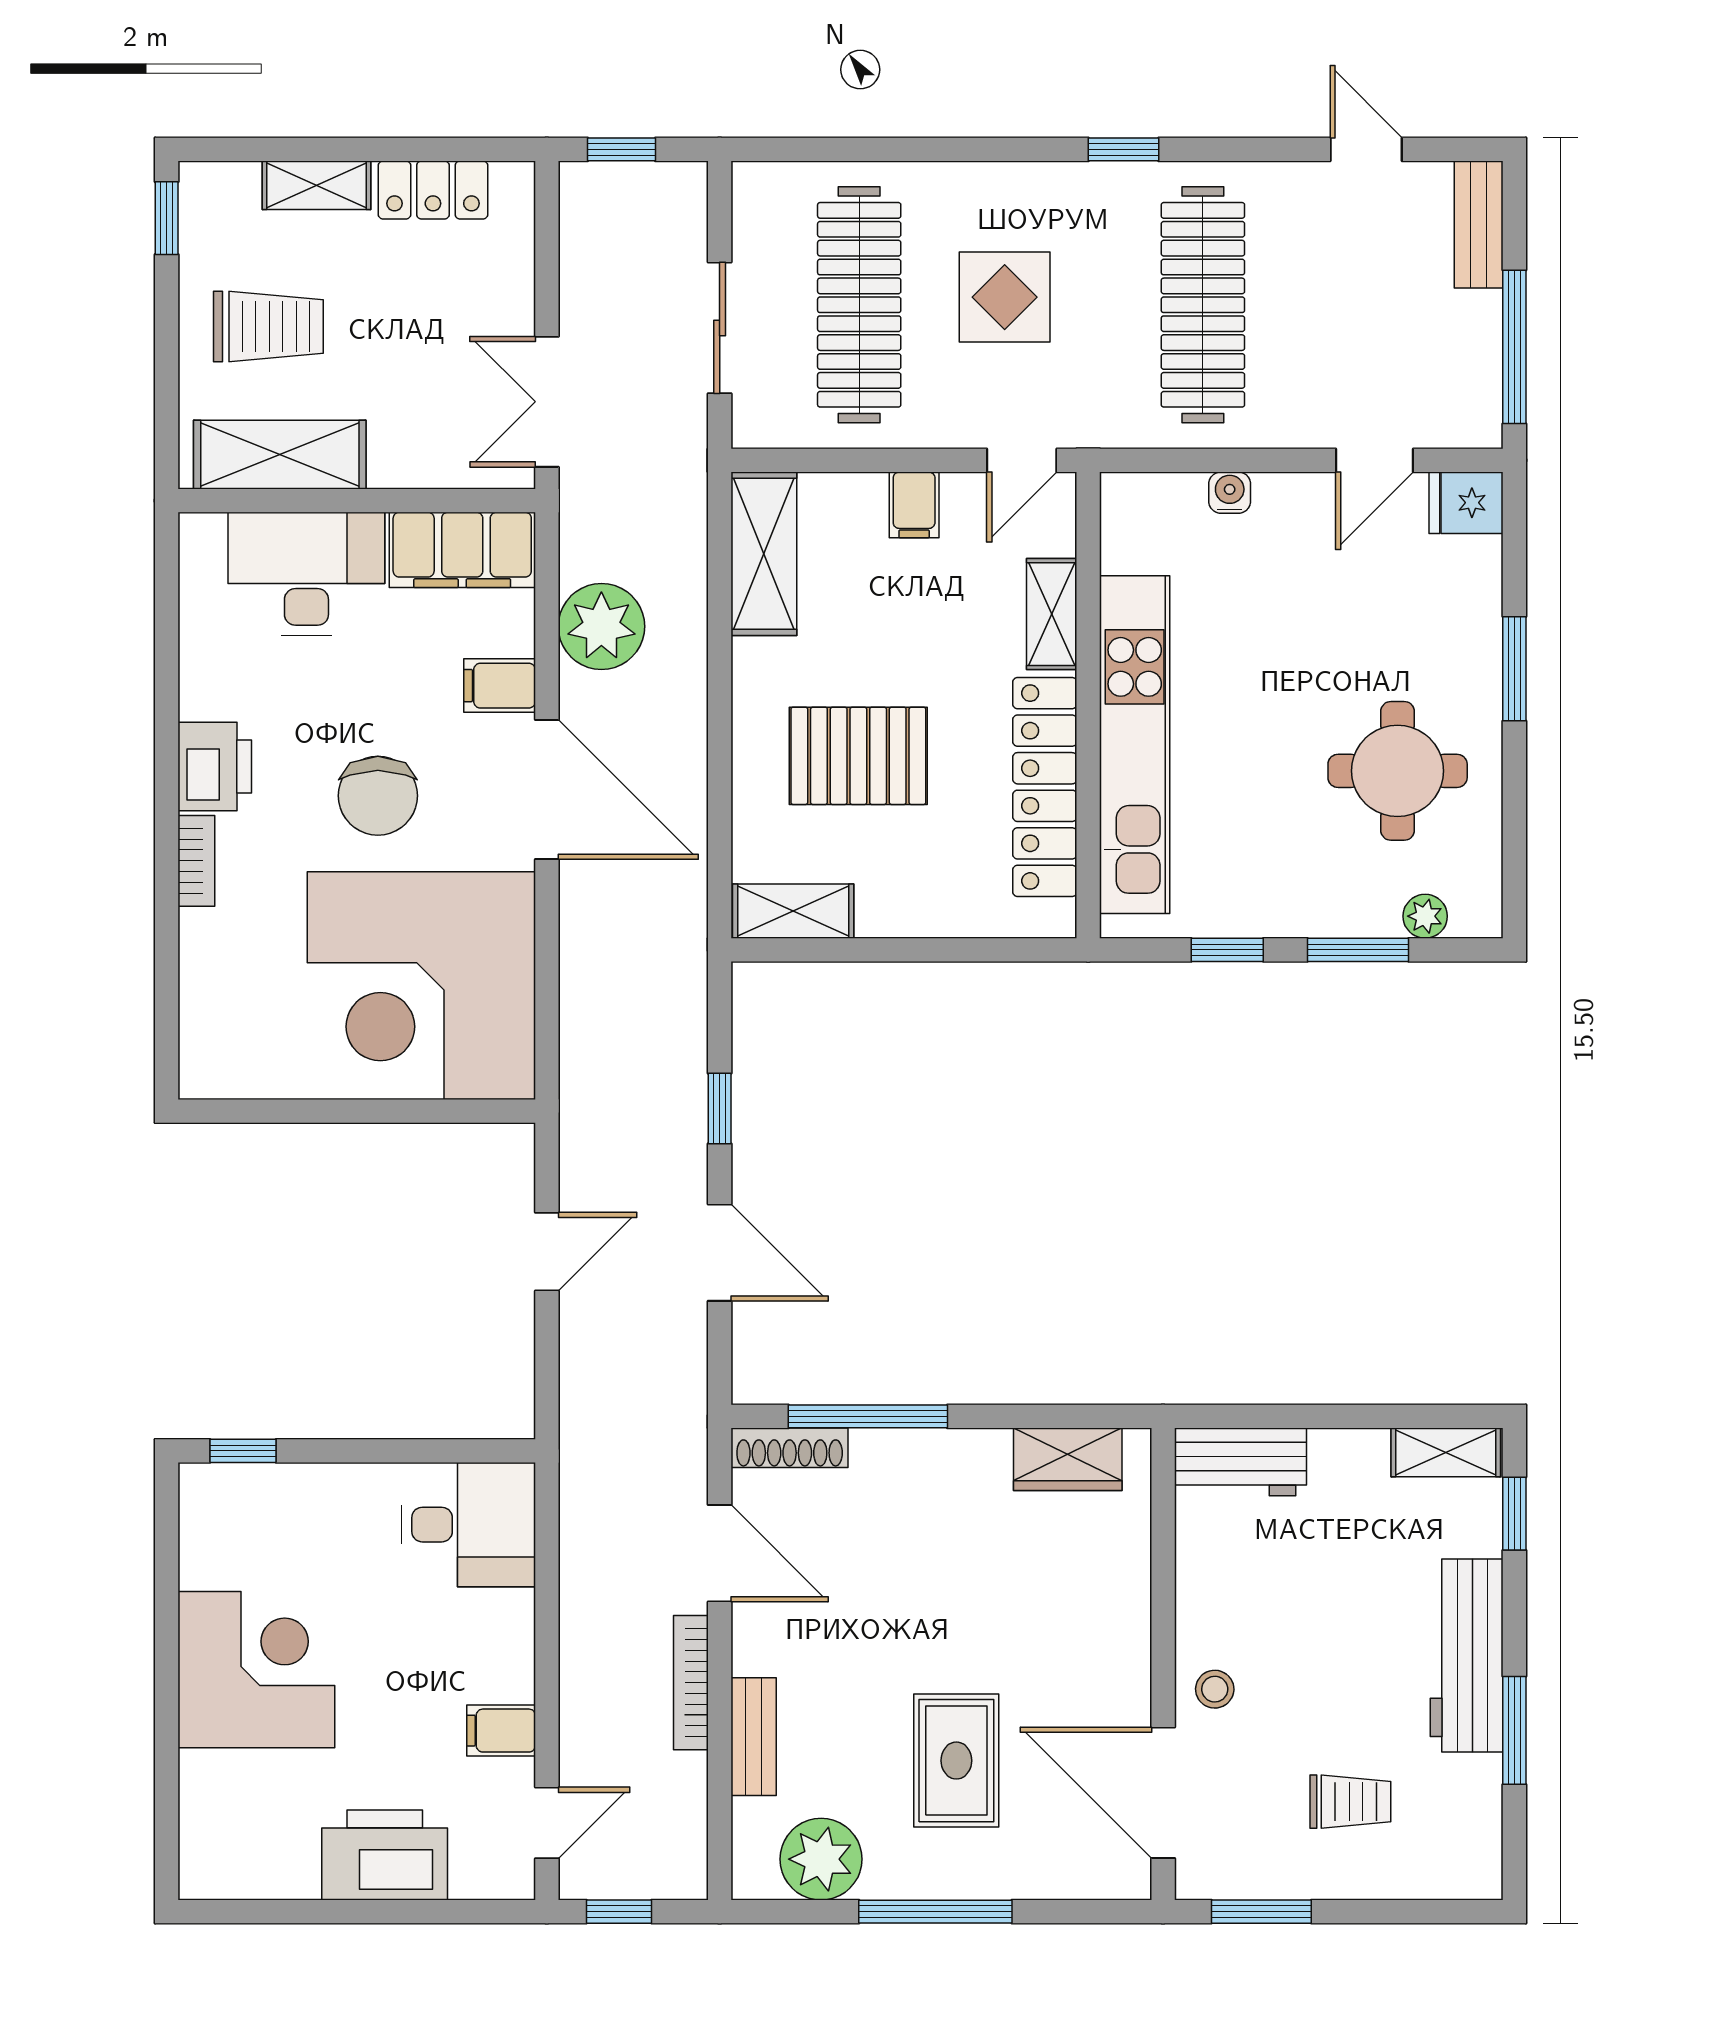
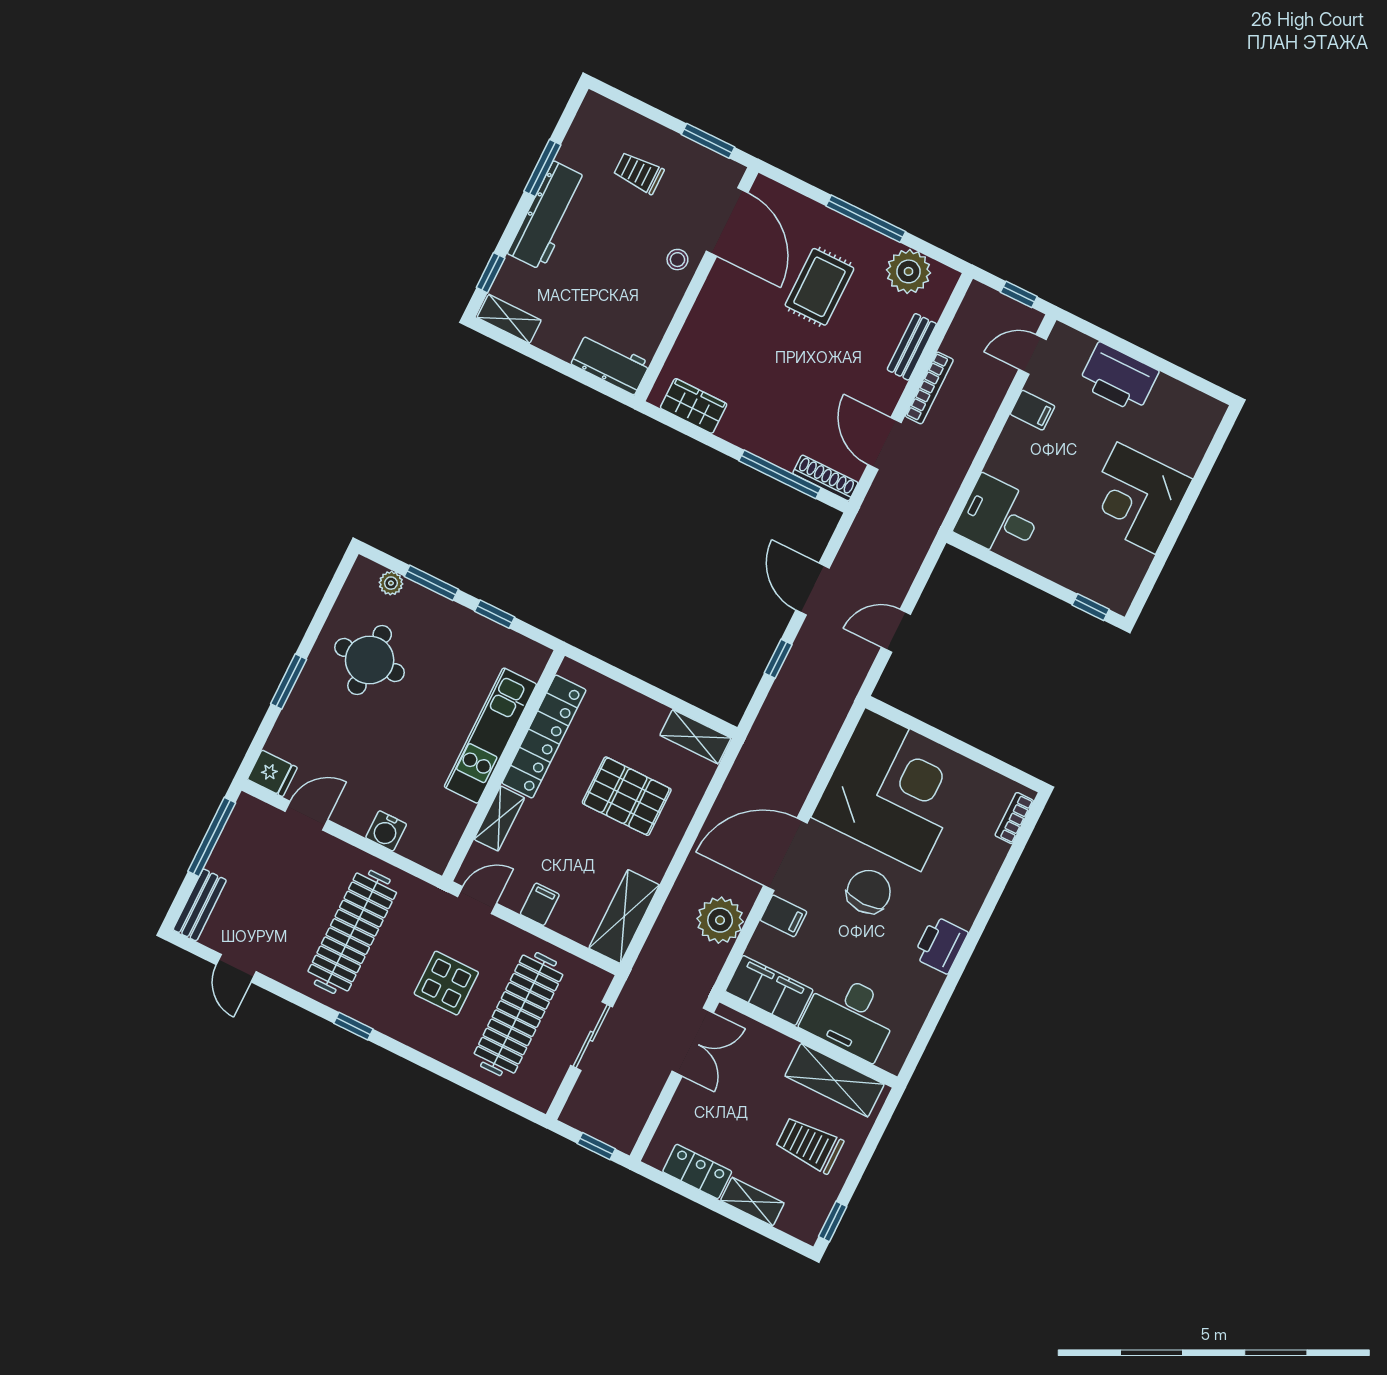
water cooler: (1230, 493) -> (386, 831), width x1.38, depth x1.38
kitchen unit: (1135, 745) -> (490, 736), width x0.73
door: (547, 789) -> (785, 854), hinge flipped
bookcase: (196, 861) -> (1014, 818), moved

